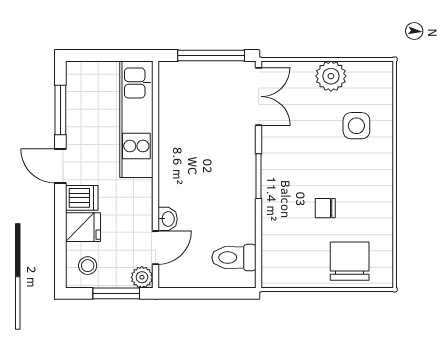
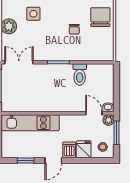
window: (60, 110) -> (26, 160), width x0.67
washbasin: (168, 219) -> (108, 107), moved
toilet: (234, 258) -> (80, 74), moved
chair: (350, 261) -> (100, 17), turned 90

